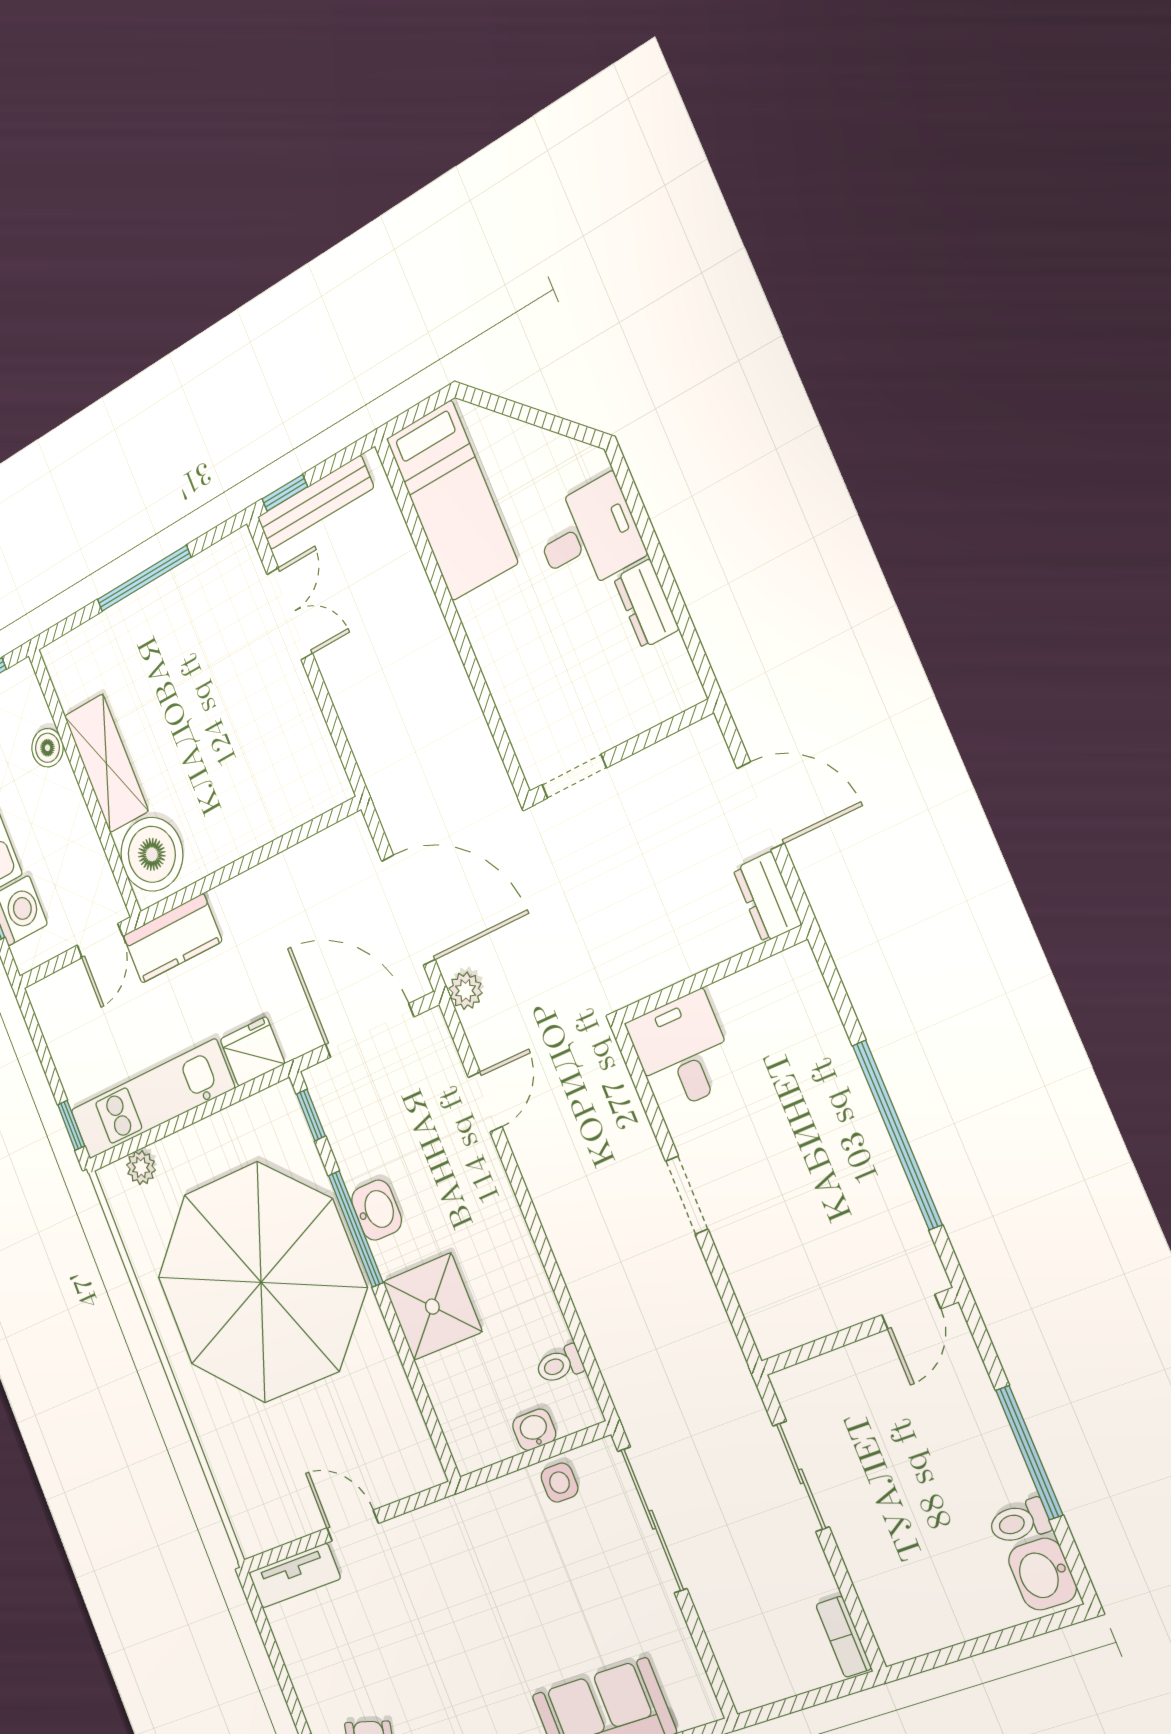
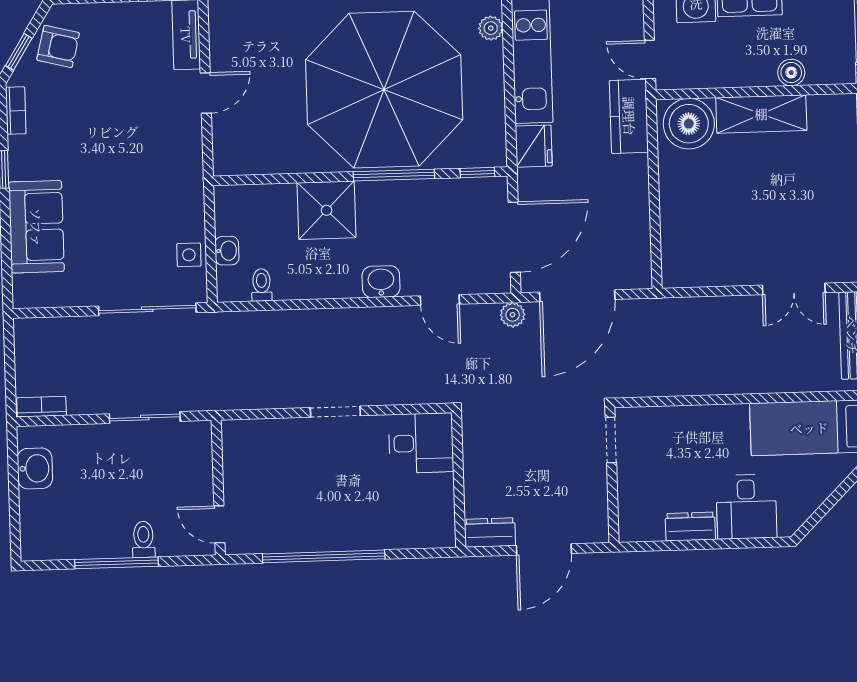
washbasin: (377, 1210) -> (381, 282), moved, turned 180
toilet: (1019, 1522) -> (143, 539), moved
washbasin: (1042, 1574) -> (35, 468), moved, turned 90

